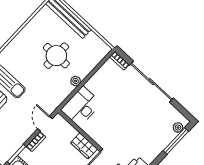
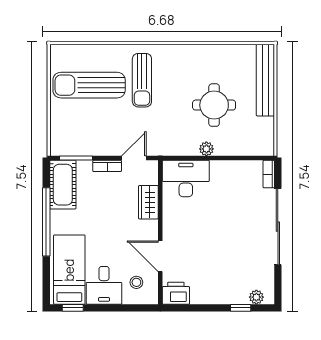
window: (176, 141) -> (241, 308), width x0.46
wardrobe: (84, 146) -> (148, 202), moved

